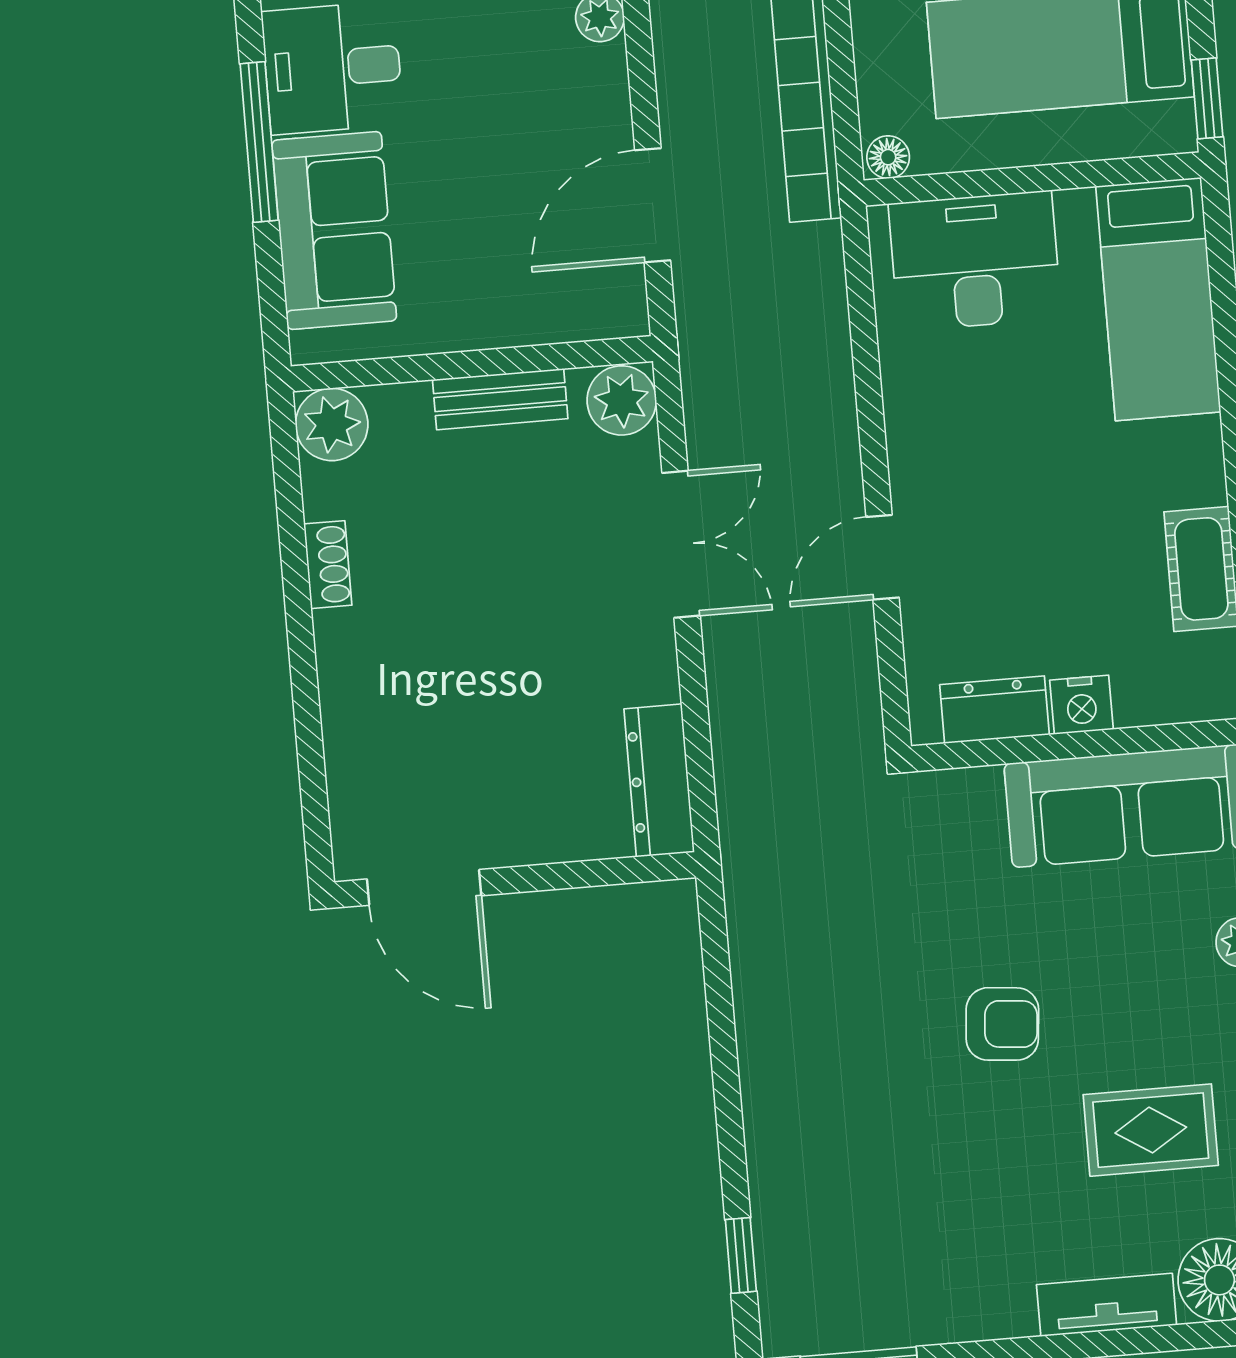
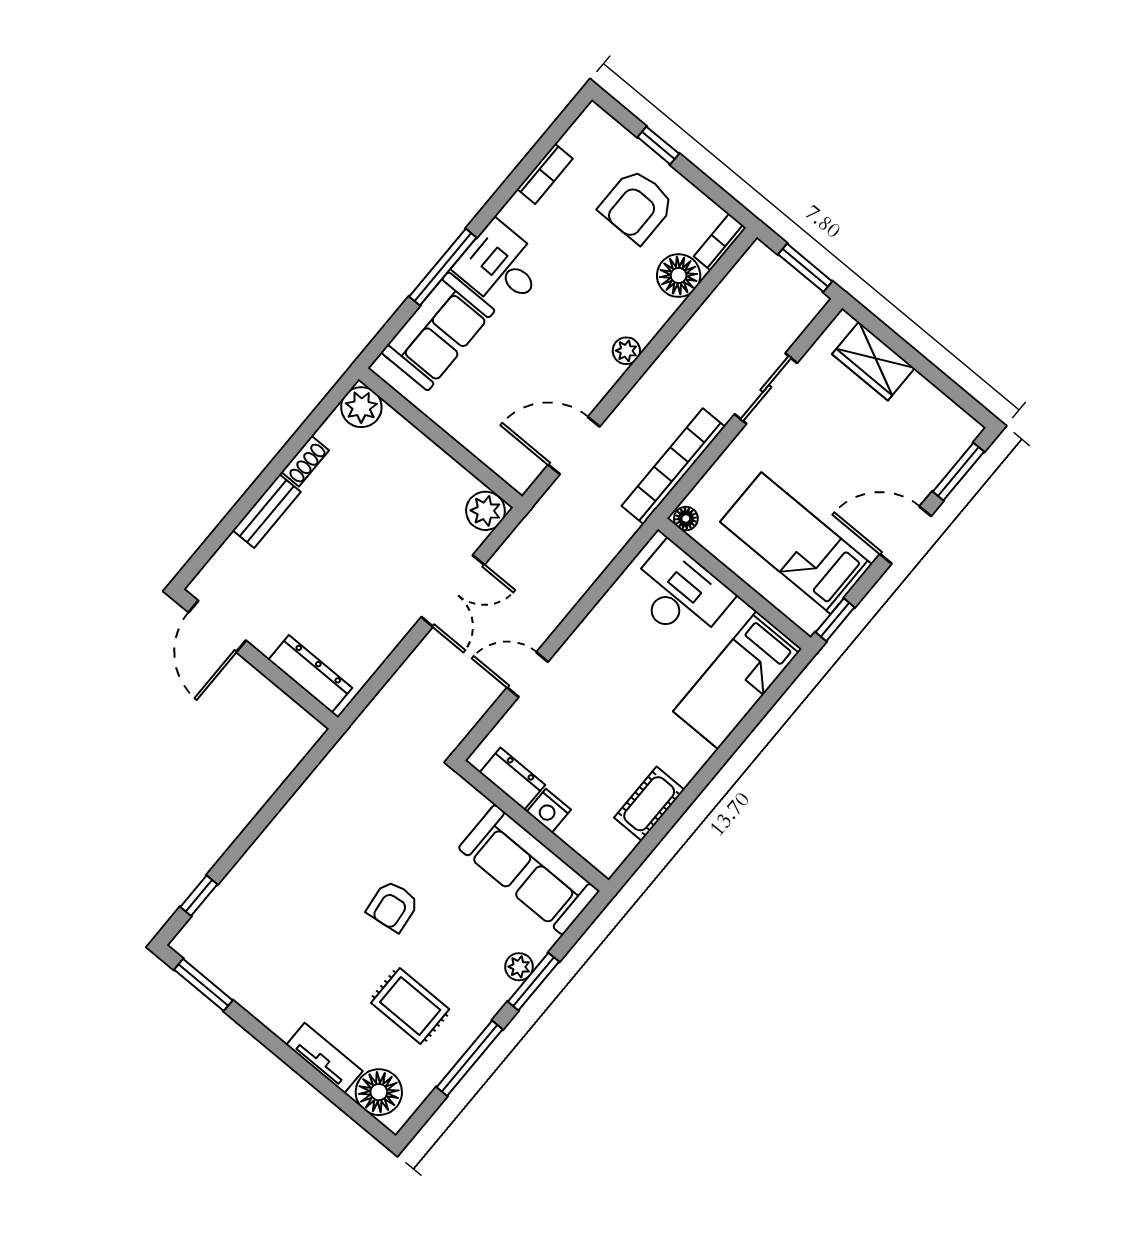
bench: (500, 399) -> (267, 511), moved, turned 90
dresser: (659, 780) -> (310, 674), moved, turned 90
armchair: (1002, 1024) -> (393, 906), turned 78

